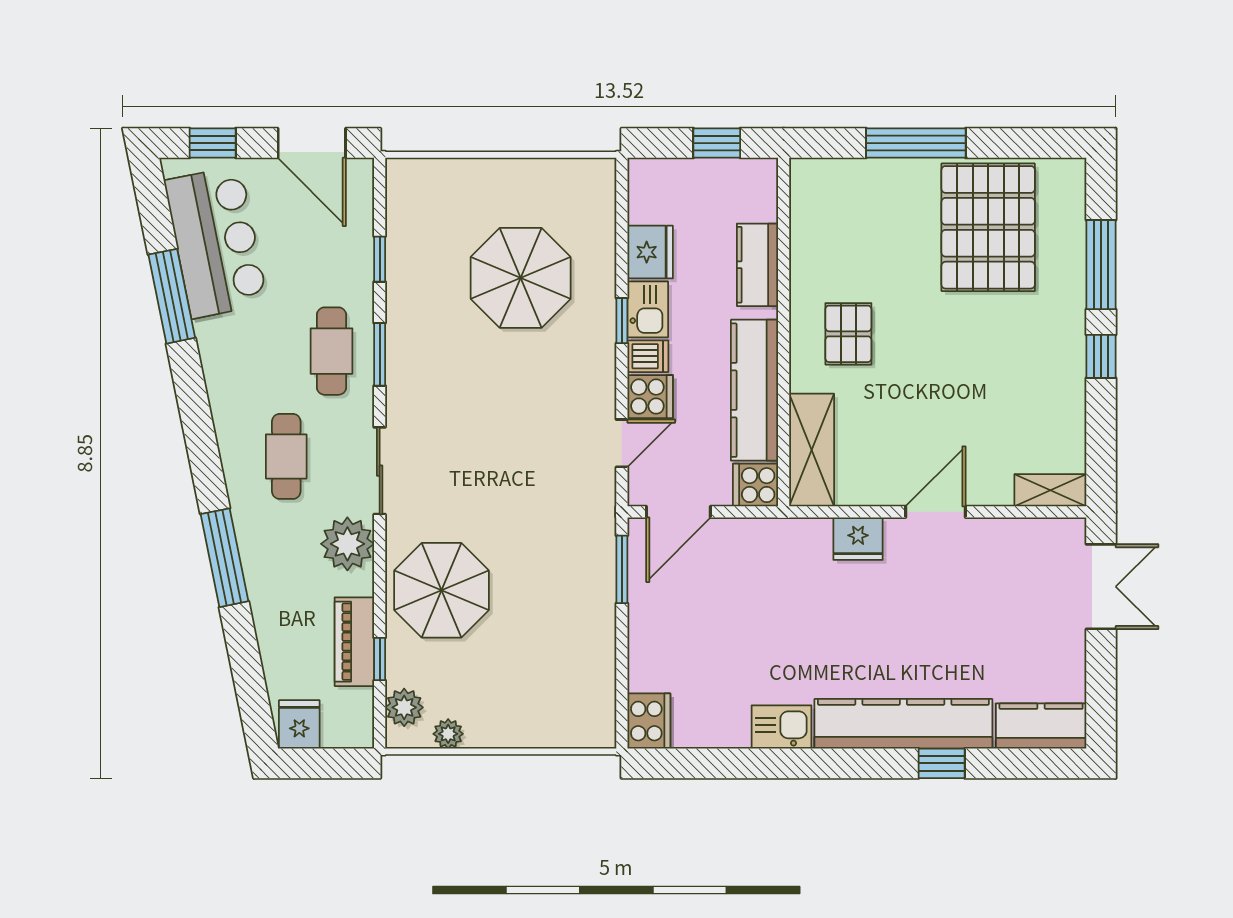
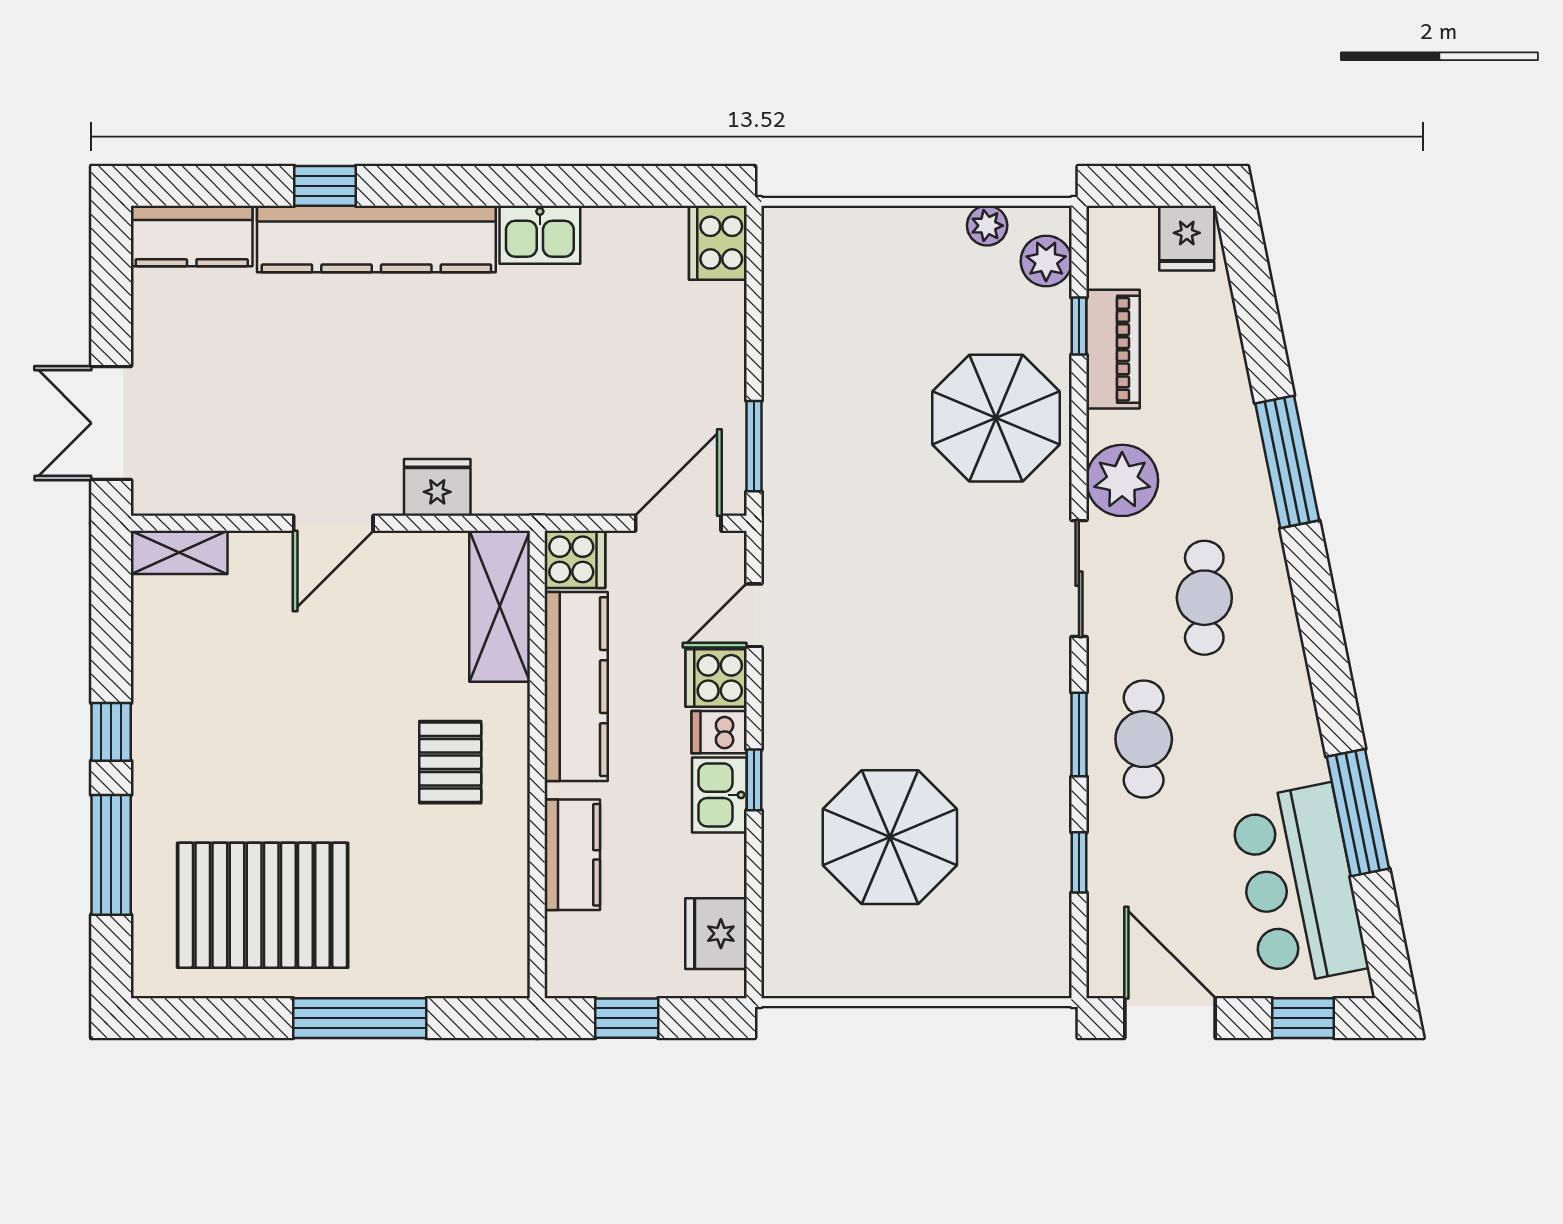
pallet: (988, 227) -> (263, 905), turned 90
fridge: (650, 252) -> (716, 934), moved

